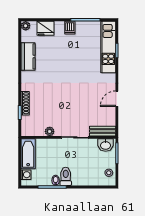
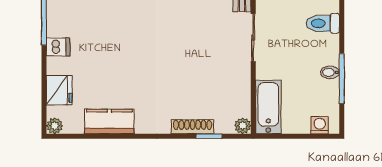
plant: (50, 131) -> (243, 126), moved
bathtub: (28, 154) -> (268, 107), moved, turned 90
toilet: (66, 176) -> (323, 23), moved

